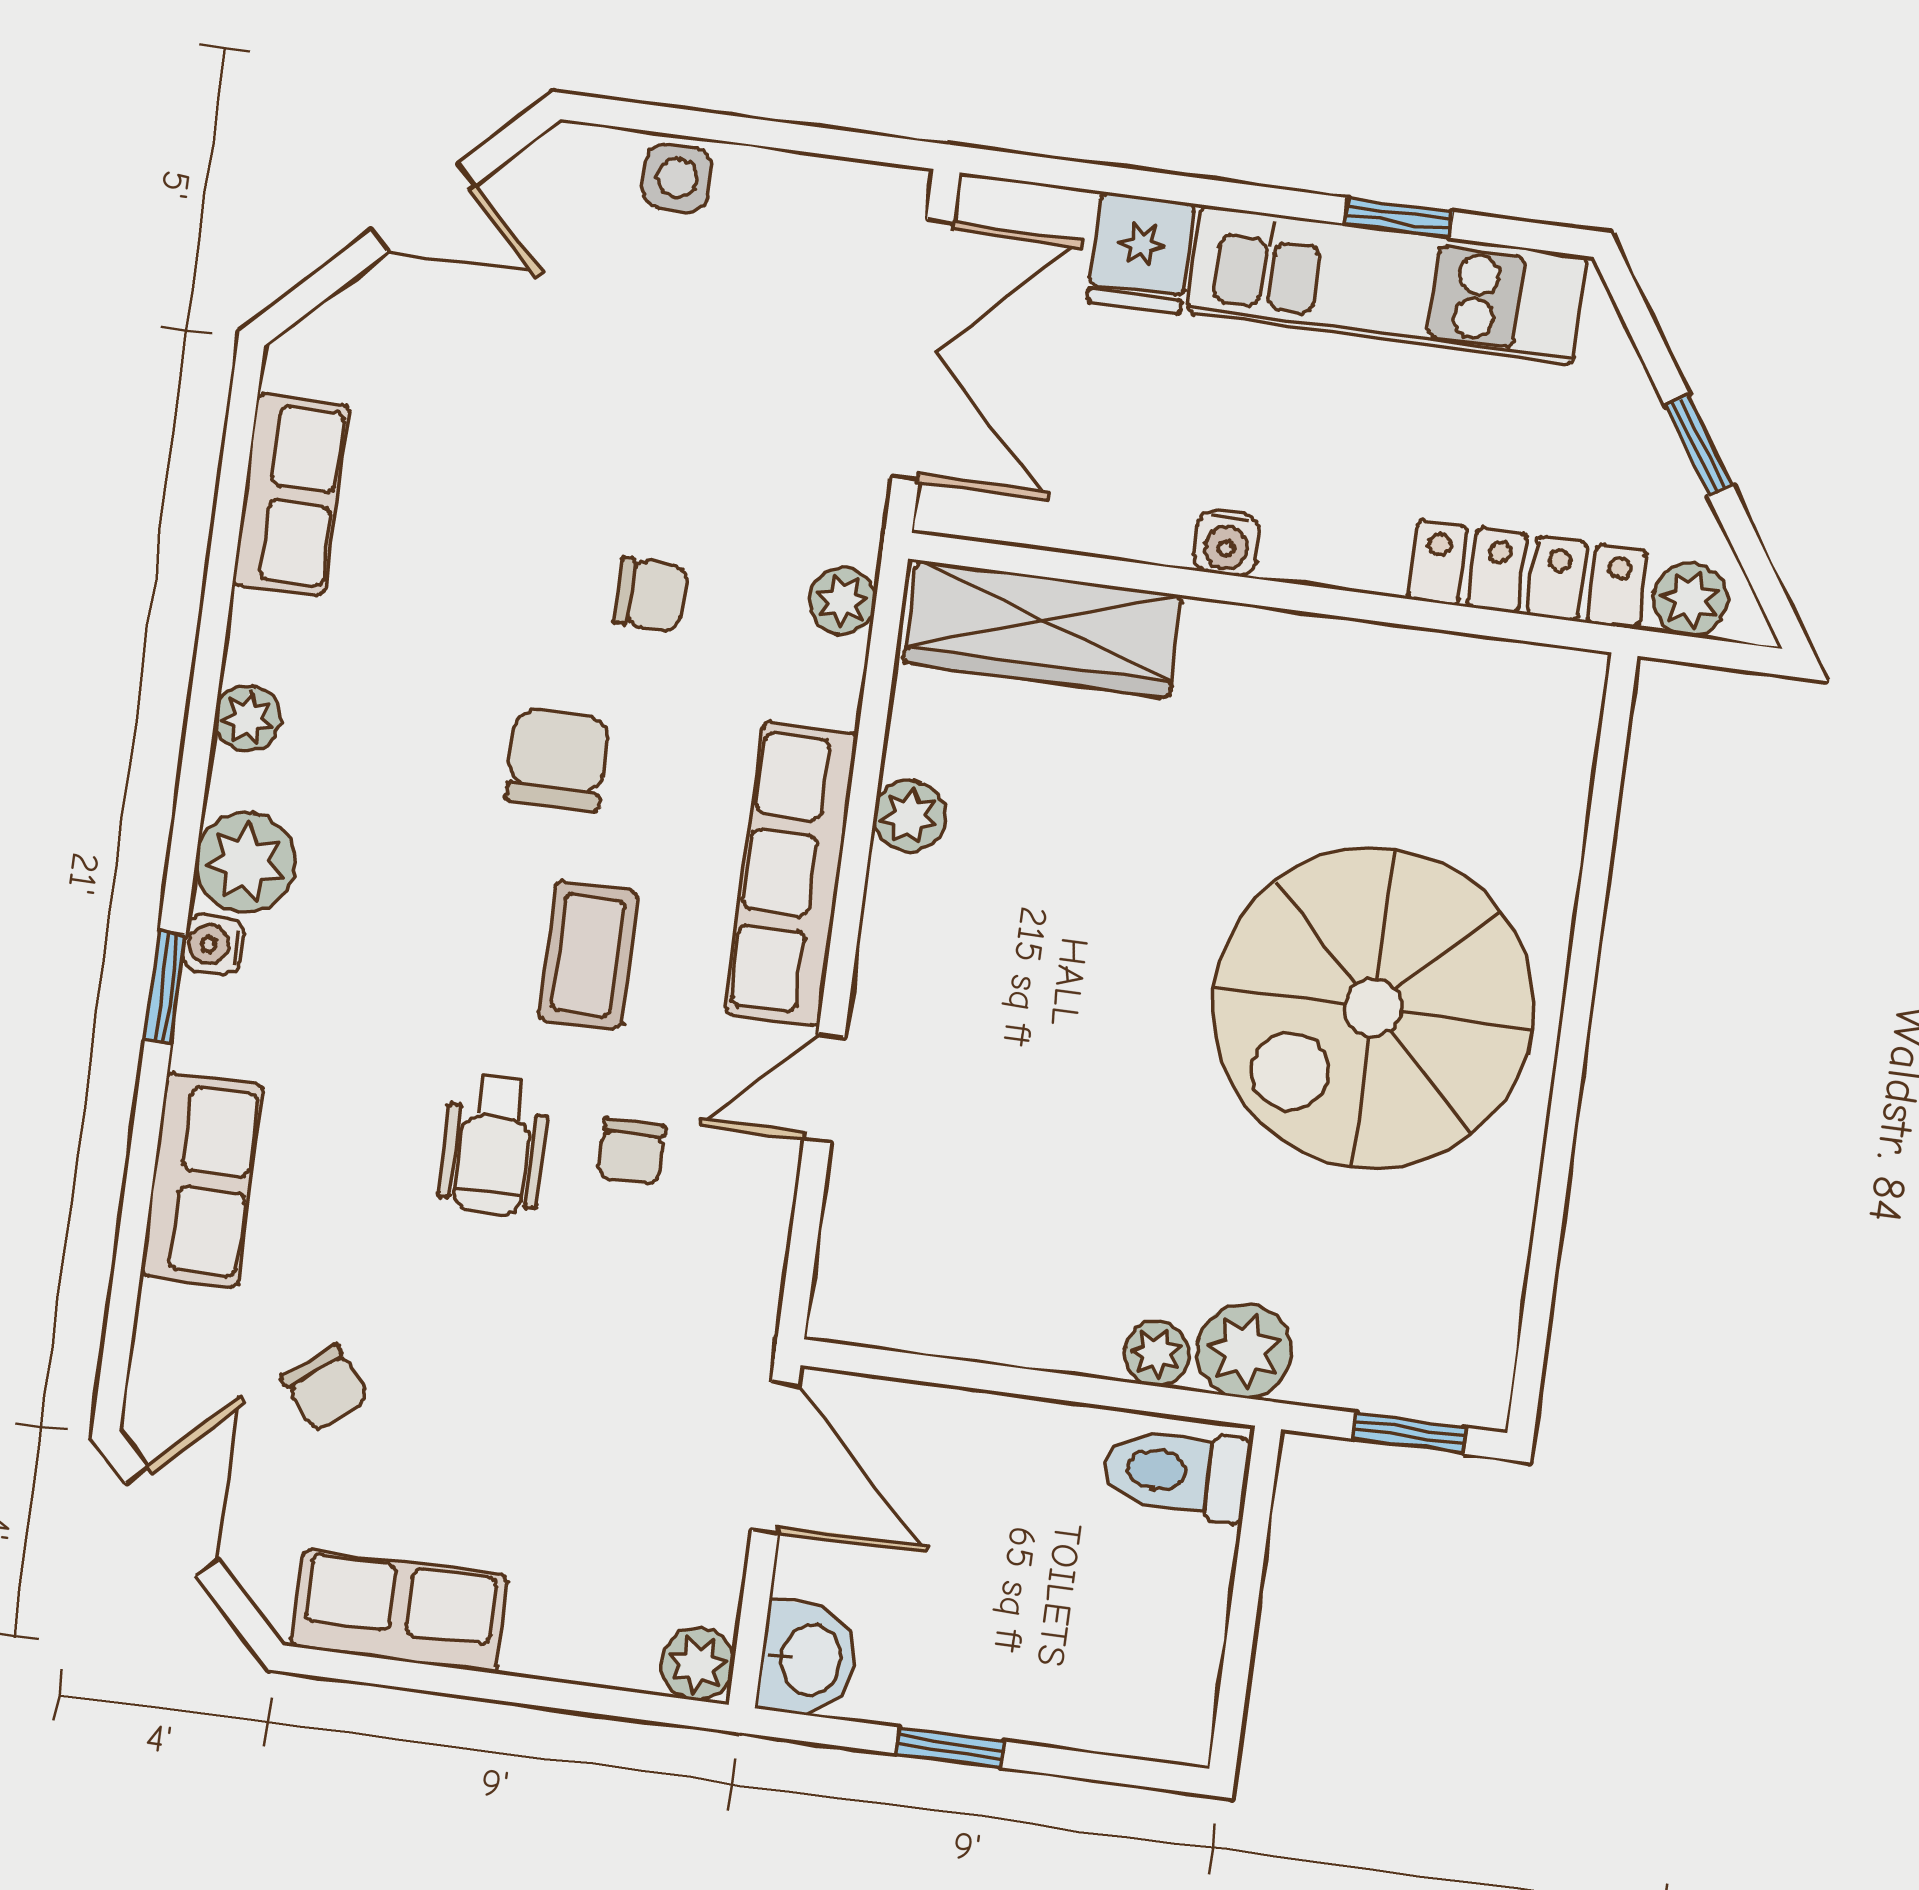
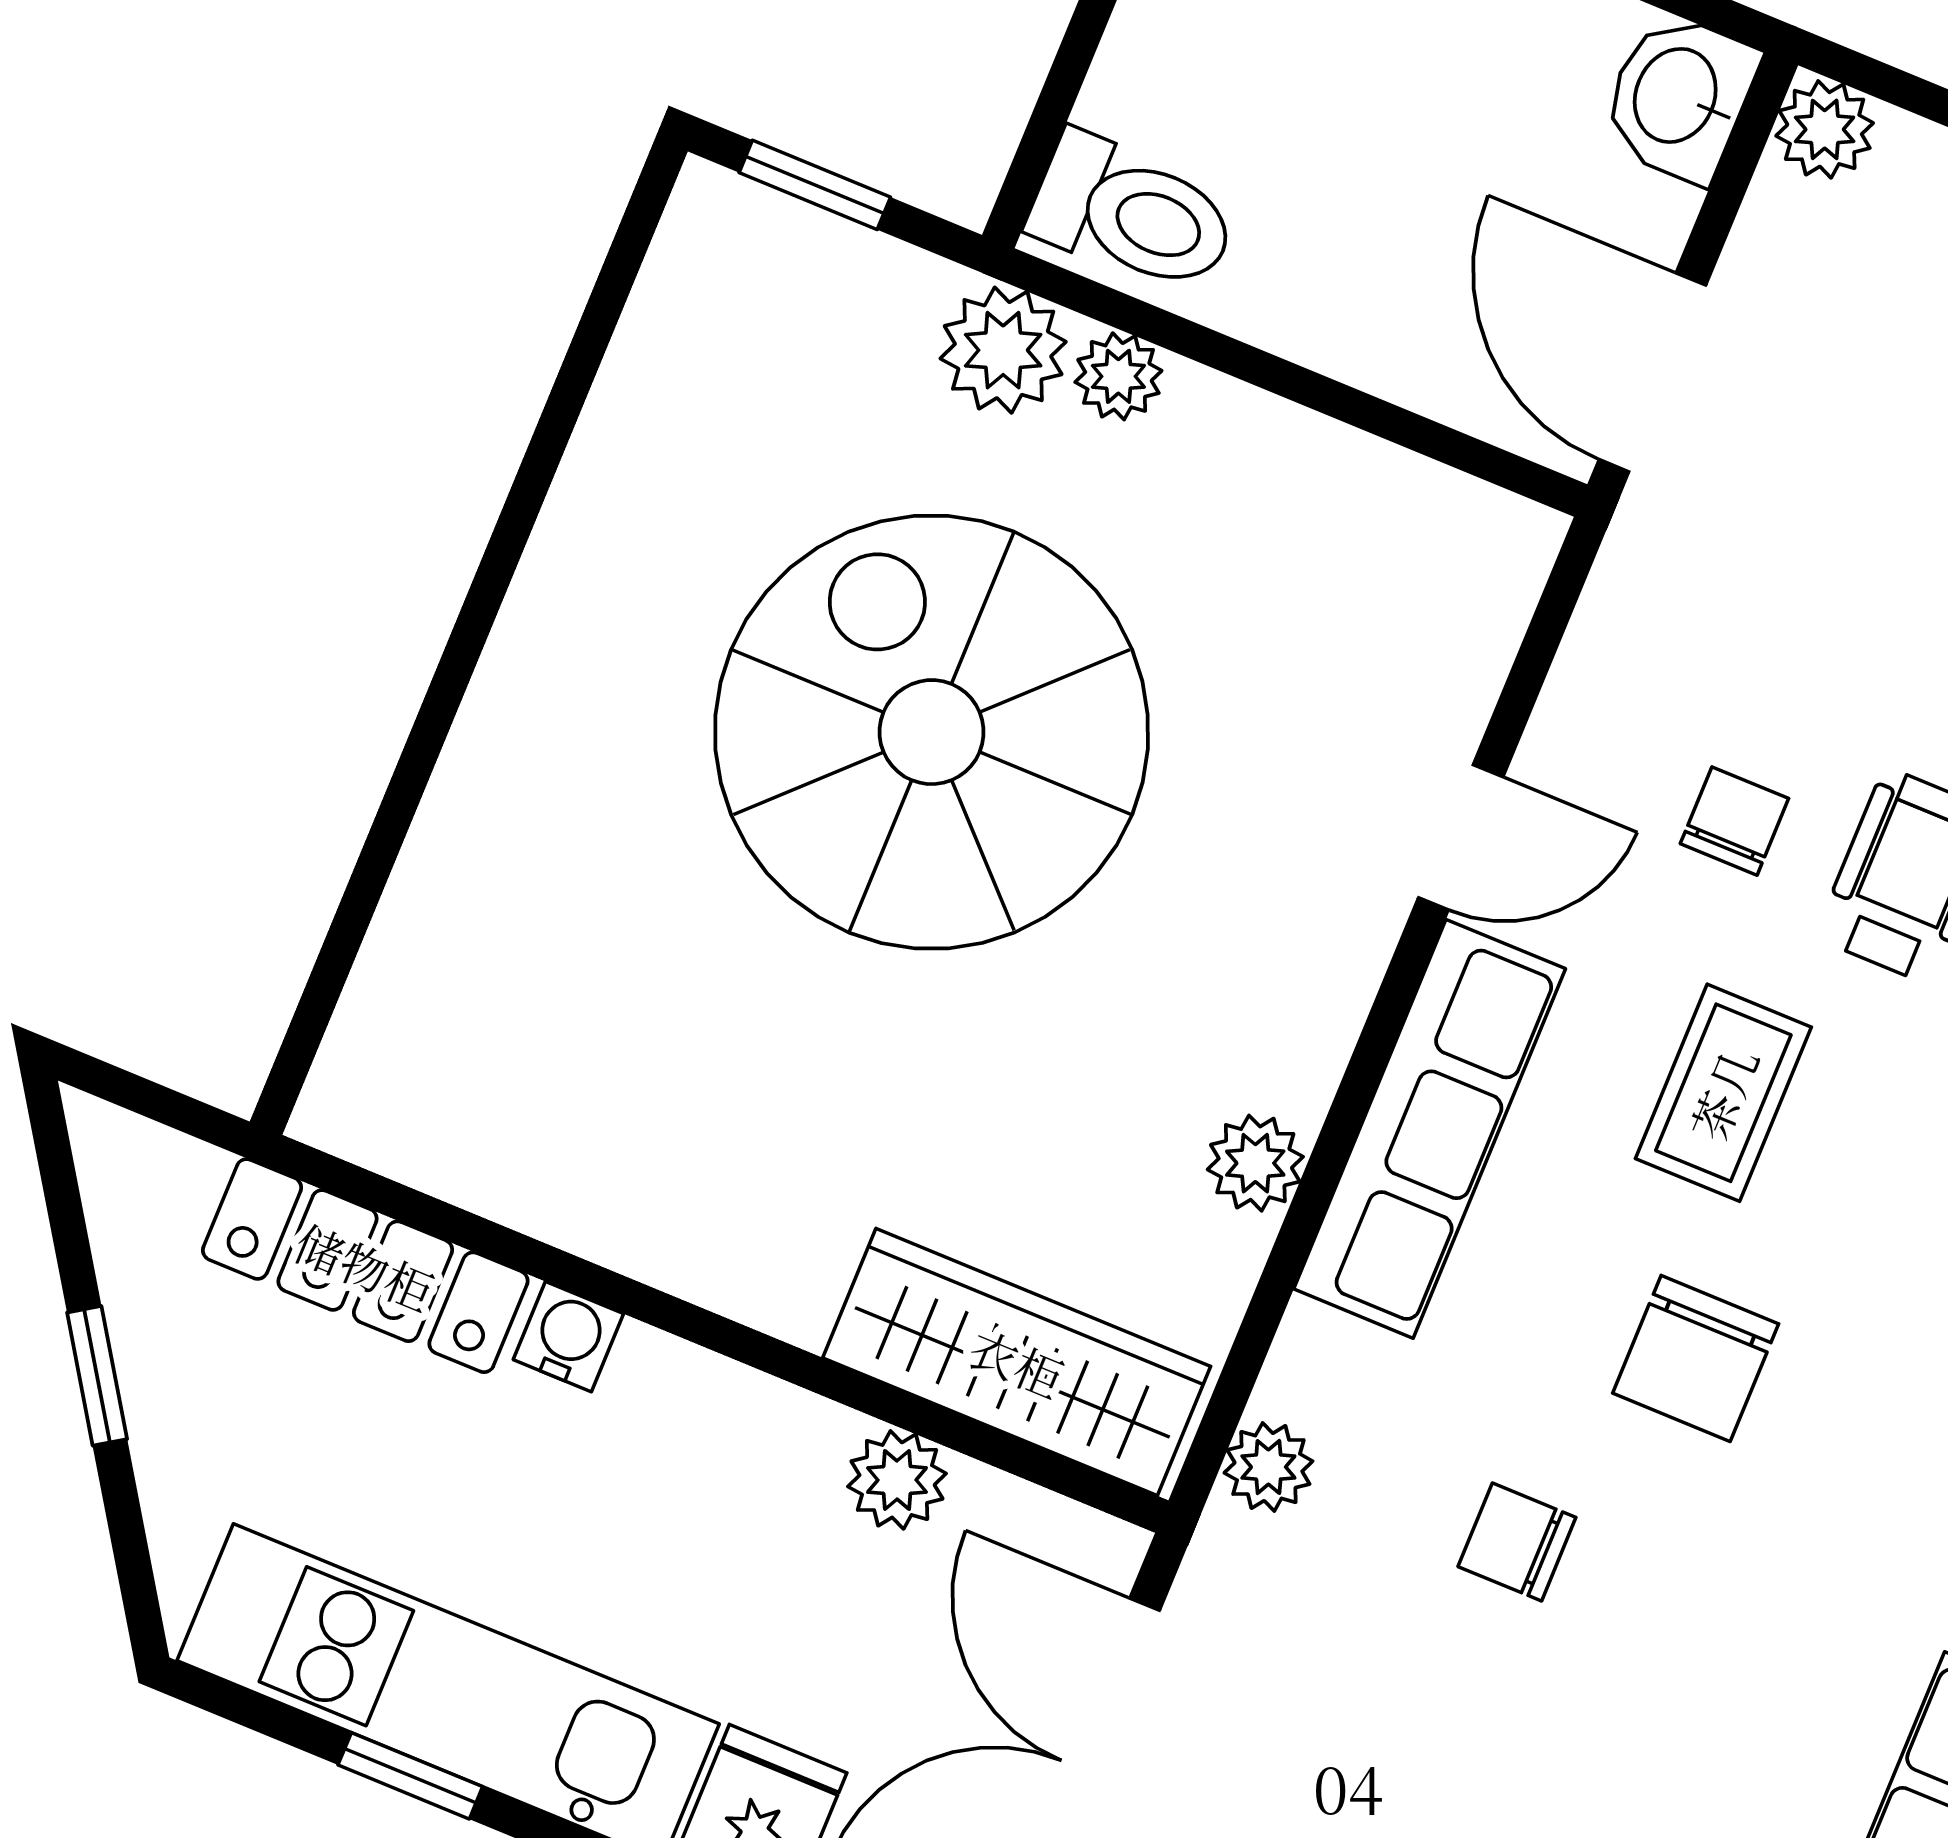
water cooler: (1227, 543) -> (568, 1337), moved
plant: (1690, 600) -> (897, 1480), moved
spiral stairs: (1373, 1008) -> (932, 732), moved, turned -90

